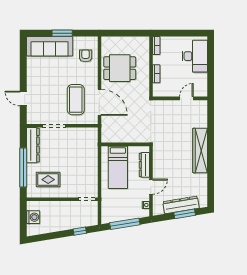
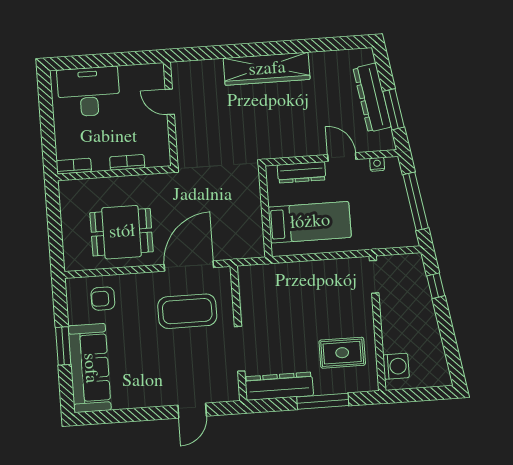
dining table: (120, 68) -> (122, 232), turned 90
window: (23, 167) -> (323, 401), width x0.68
rug: (48, 180) -> (342, 353), turned 90
window: (185, 214) -> (394, 109), moved
washing machine: (33, 217) -> (396, 366), moved, turned 90

